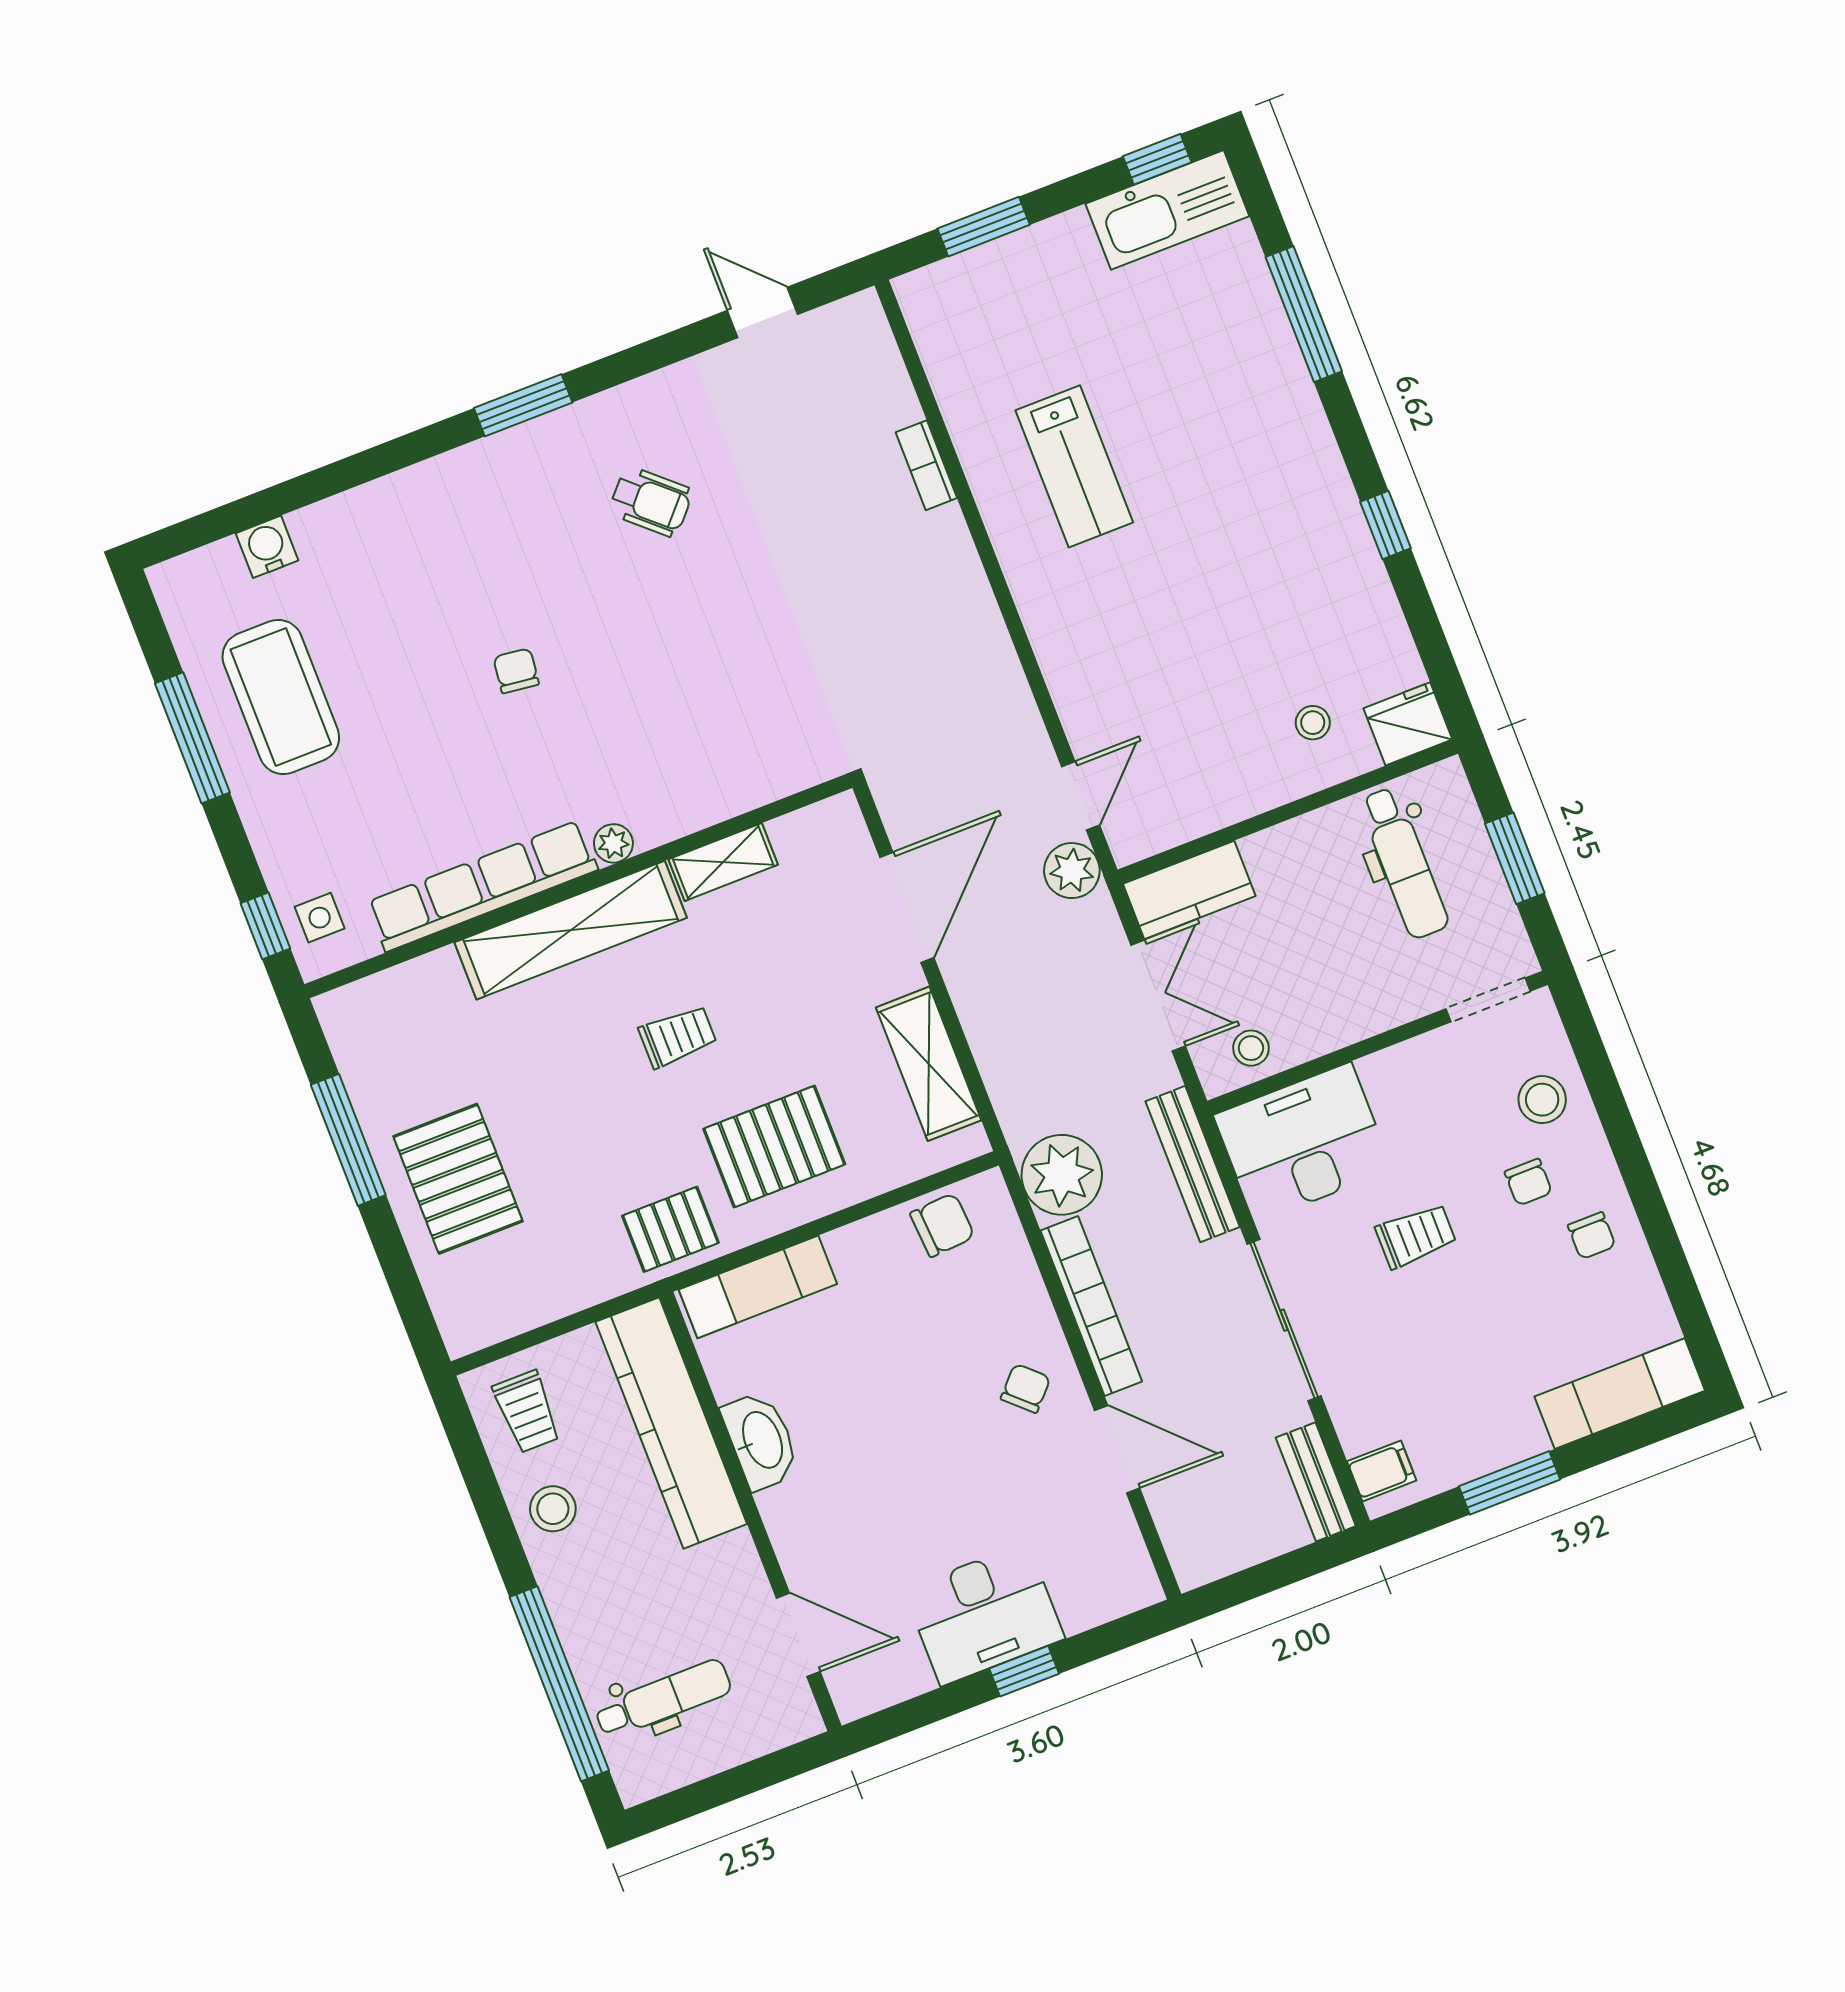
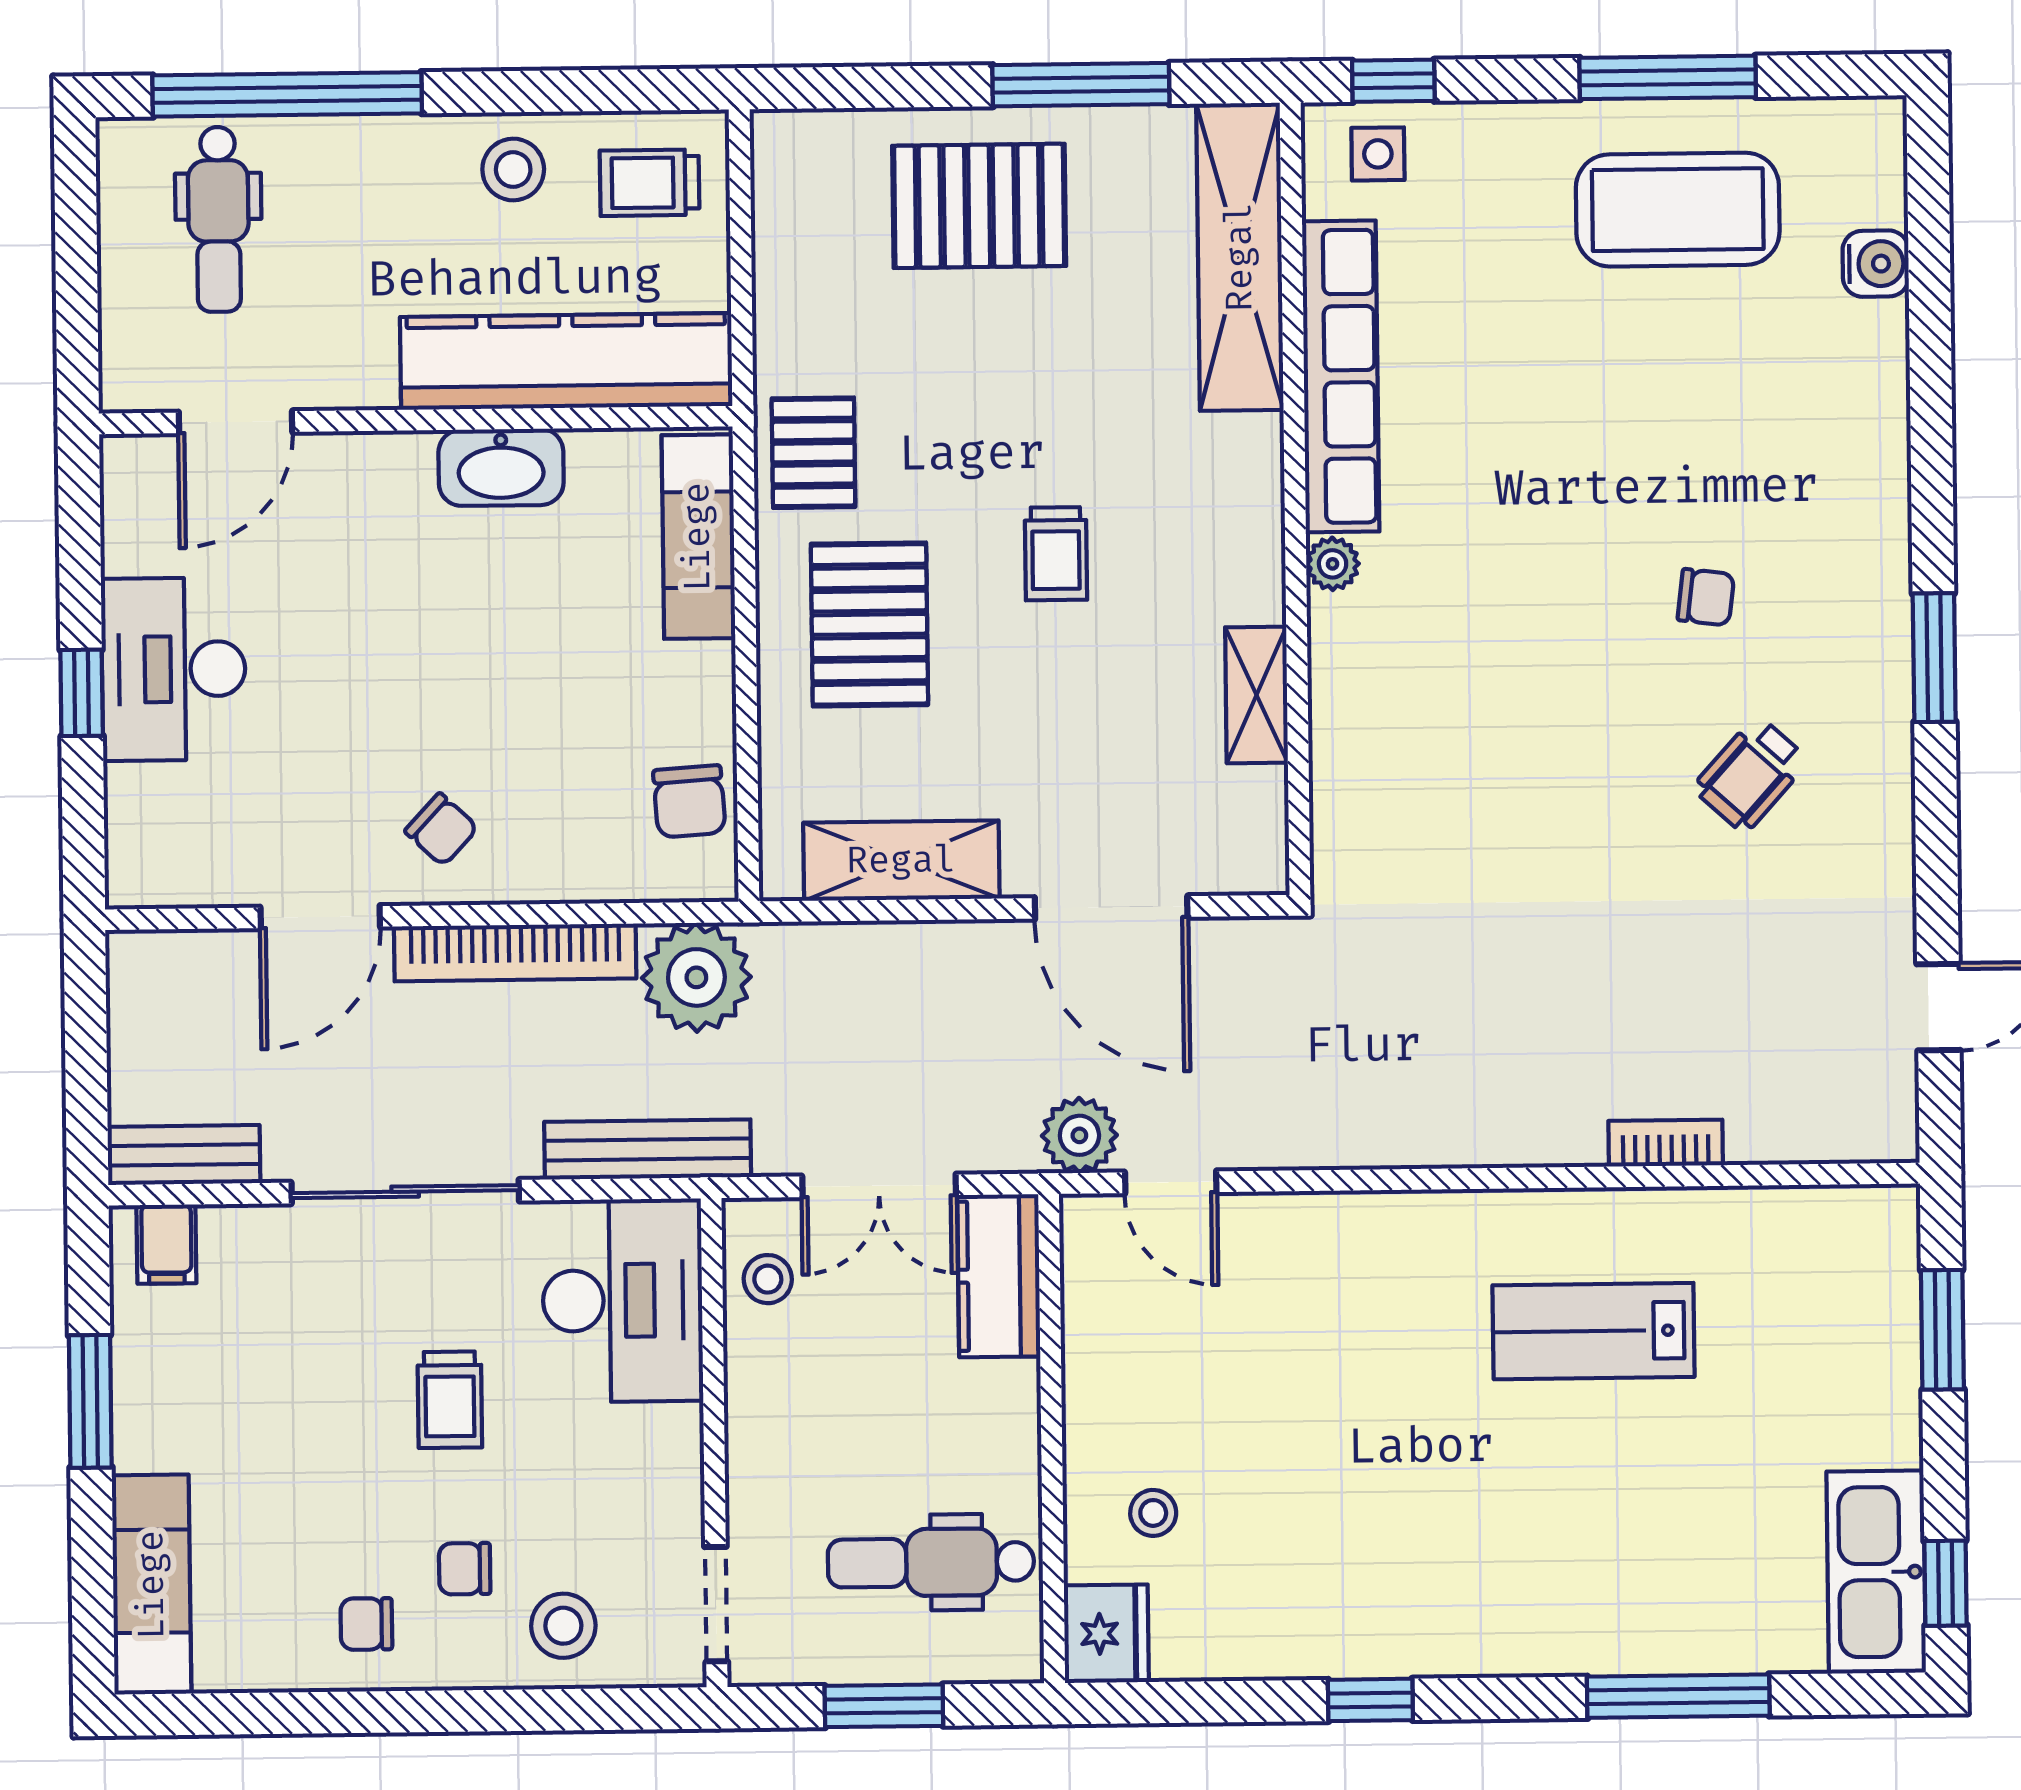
chair: (516, 671) -> (1706, 597), moved
shelving: (571, 930) -> (1240, 257), moved

